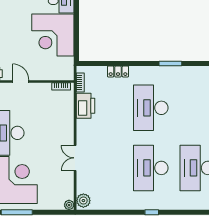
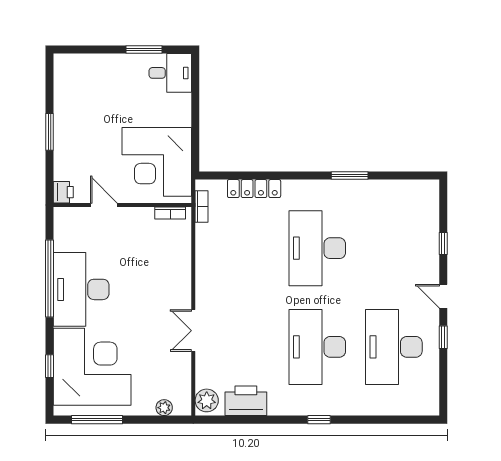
corner desk: (53, 35) -> (157, 162), moved
locker: (118, 72) -> (254, 189), width x1.53
printer: (85, 106) -> (246, 401), moved, turned -90
plant: (69, 205) -> (164, 408), moved

